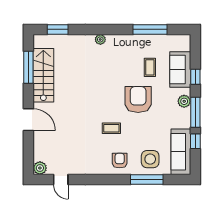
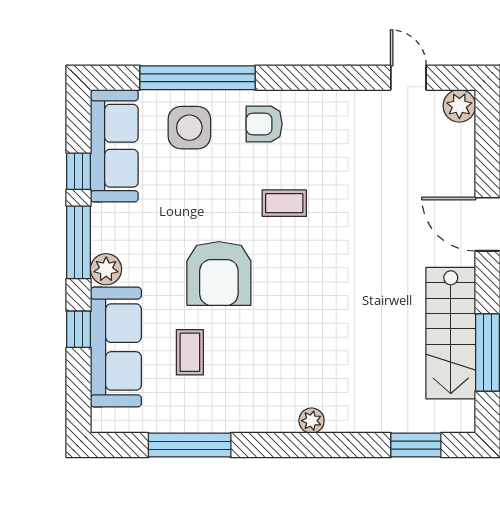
sofa: (180, 69) -> (116, 347), width x1.36
armchair: (120, 161) -> (264, 124), turned 90
window: (147, 179) -> (197, 78), width x1.46

